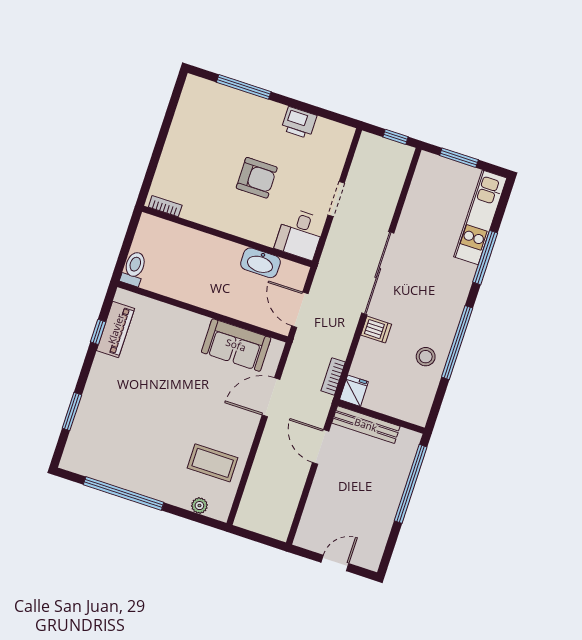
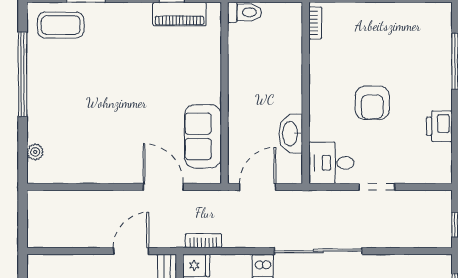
coffee table: (213, 463) -> (61, 25), moved, turned 90

